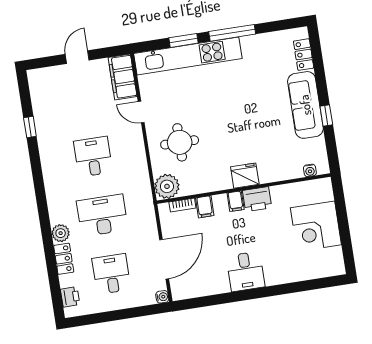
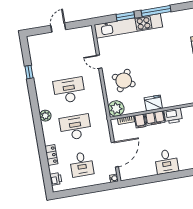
filing cabinet: (123, 77) -> (87, 40), removed
round table: (180, 142) -> (124, 81), turned 32
desk: (93, 157) -> (69, 90), width x1.37
fridge: (245, 176) -> (153, 103), moved
filing cabinet: (236, 201) -> (155, 118), width x2.00
plant: (61, 233) -> (45, 116), moved
desk: (111, 274) -> (82, 164), turned 180

